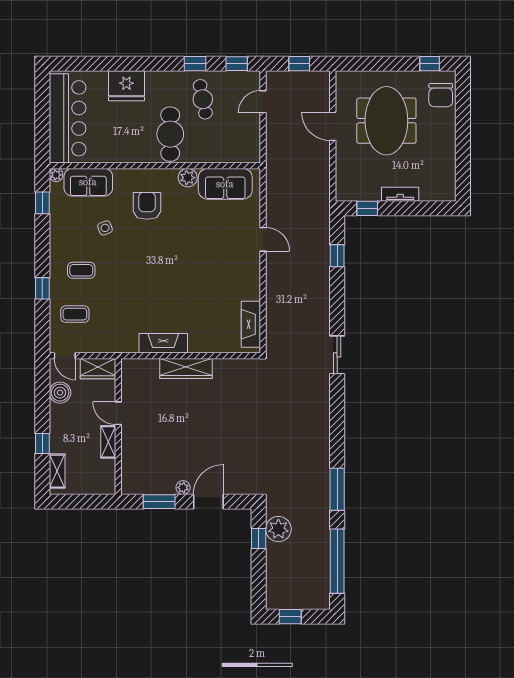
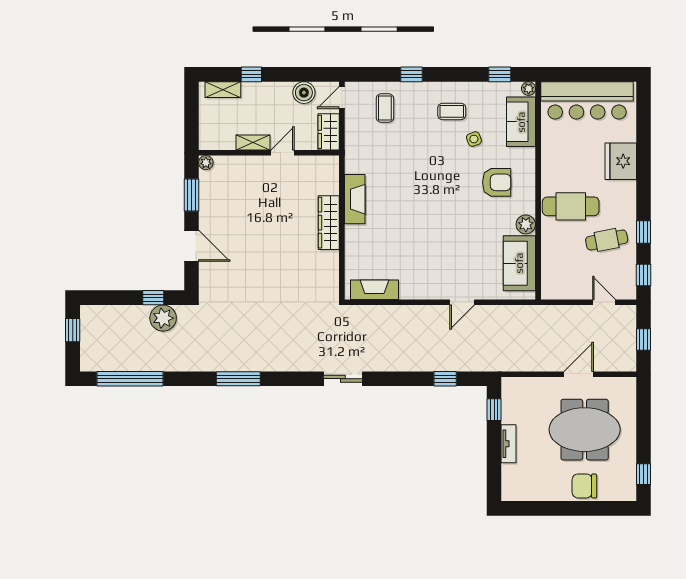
chair: (441, 95) -> (584, 486), moved
coffee table: (81, 270) -> (452, 111), moved, turned 90
plant: (183, 488) -> (206, 163), moved
window: (337, 489) -> (238, 379), moved

